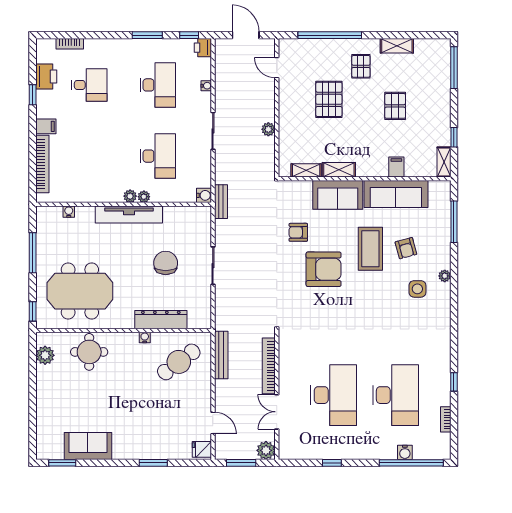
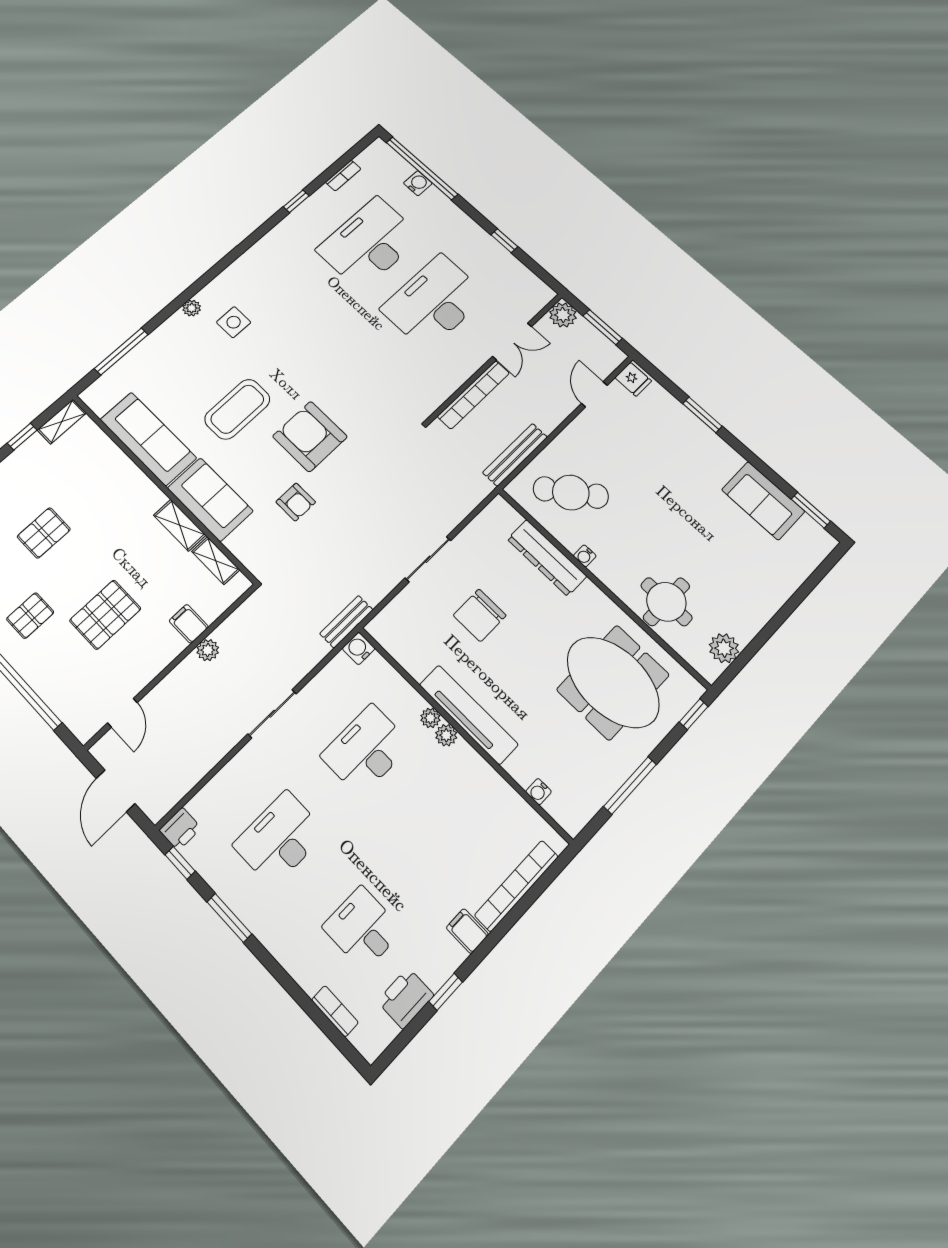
water cooler: (206, 86) -> (224, 777), removed
filing cabinet: (396, 167) -> (189, 624), moved, turned 90
armchair: (406, 248) -> (200, 374), removed

